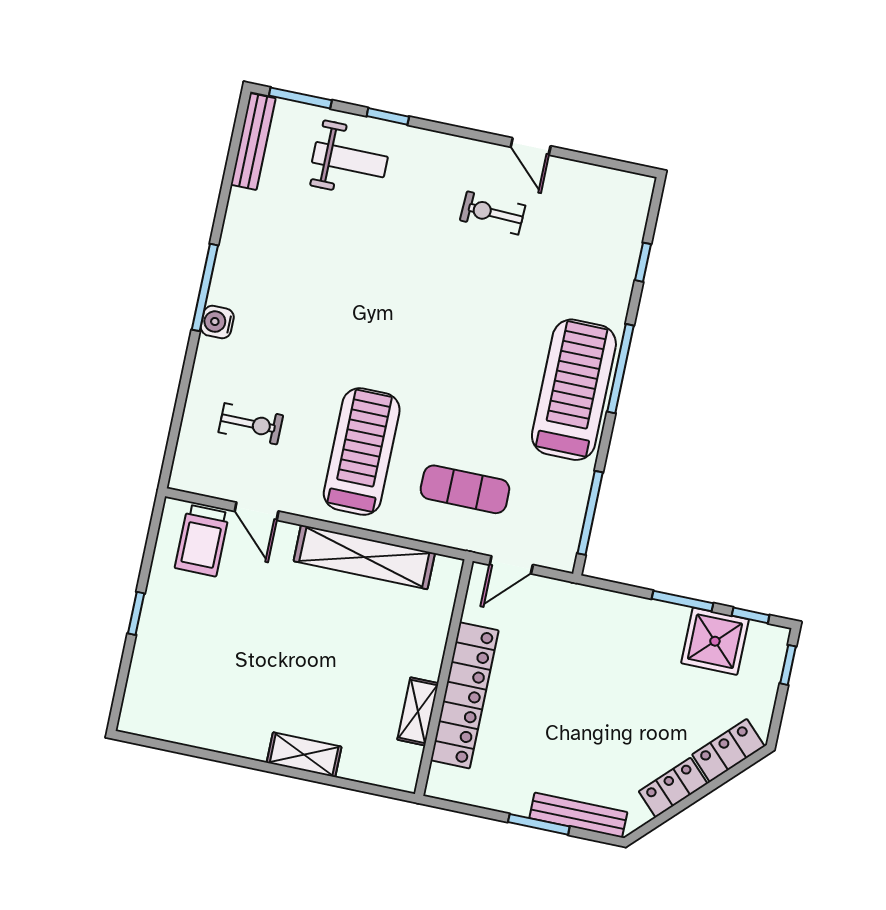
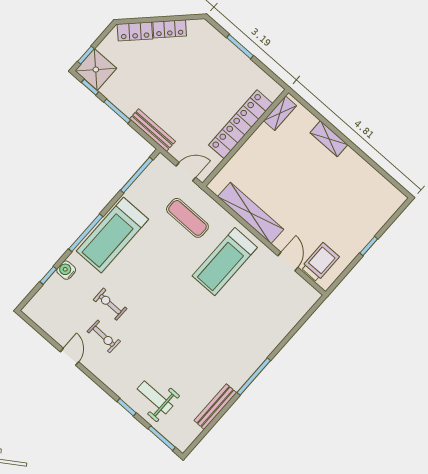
bench: (253, 141) -> (215, 407), moved
water cooler: (217, 322) -> (66, 270), moved, turned 180
exercise bike: (251, 424) -> (110, 304), moved
shower: (715, 641) -> (96, 70), moved
shelving: (418, 711) -> (280, 113), moved
bench: (578, 815) -> (152, 130), moved

